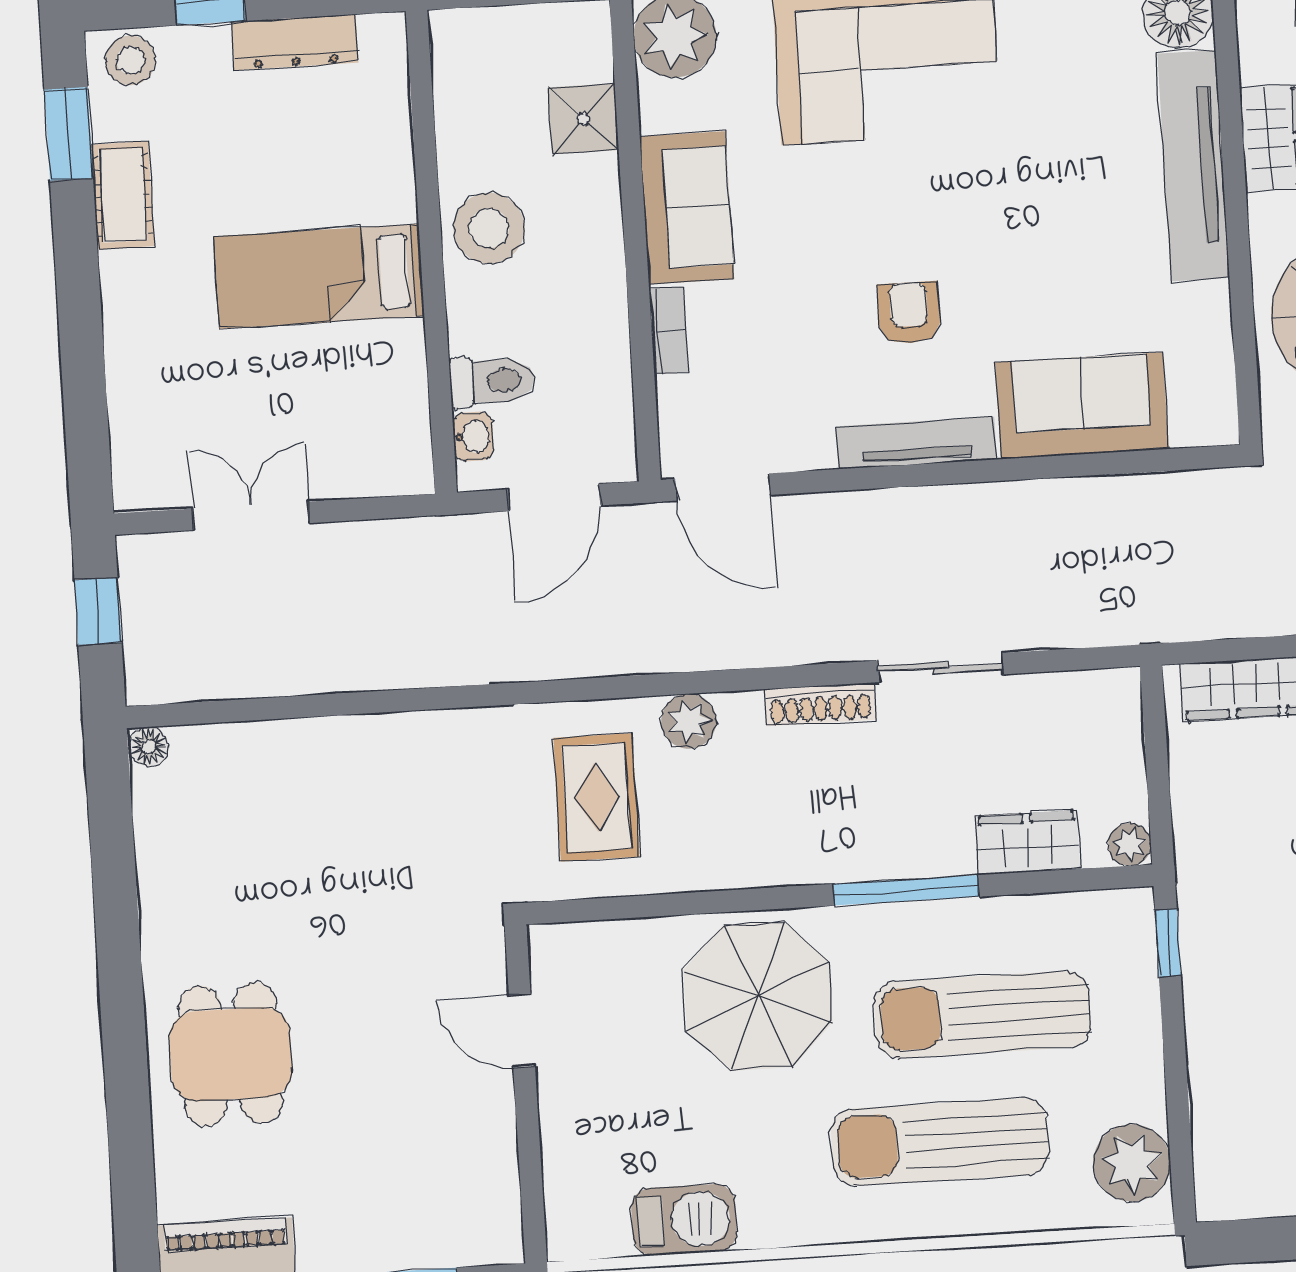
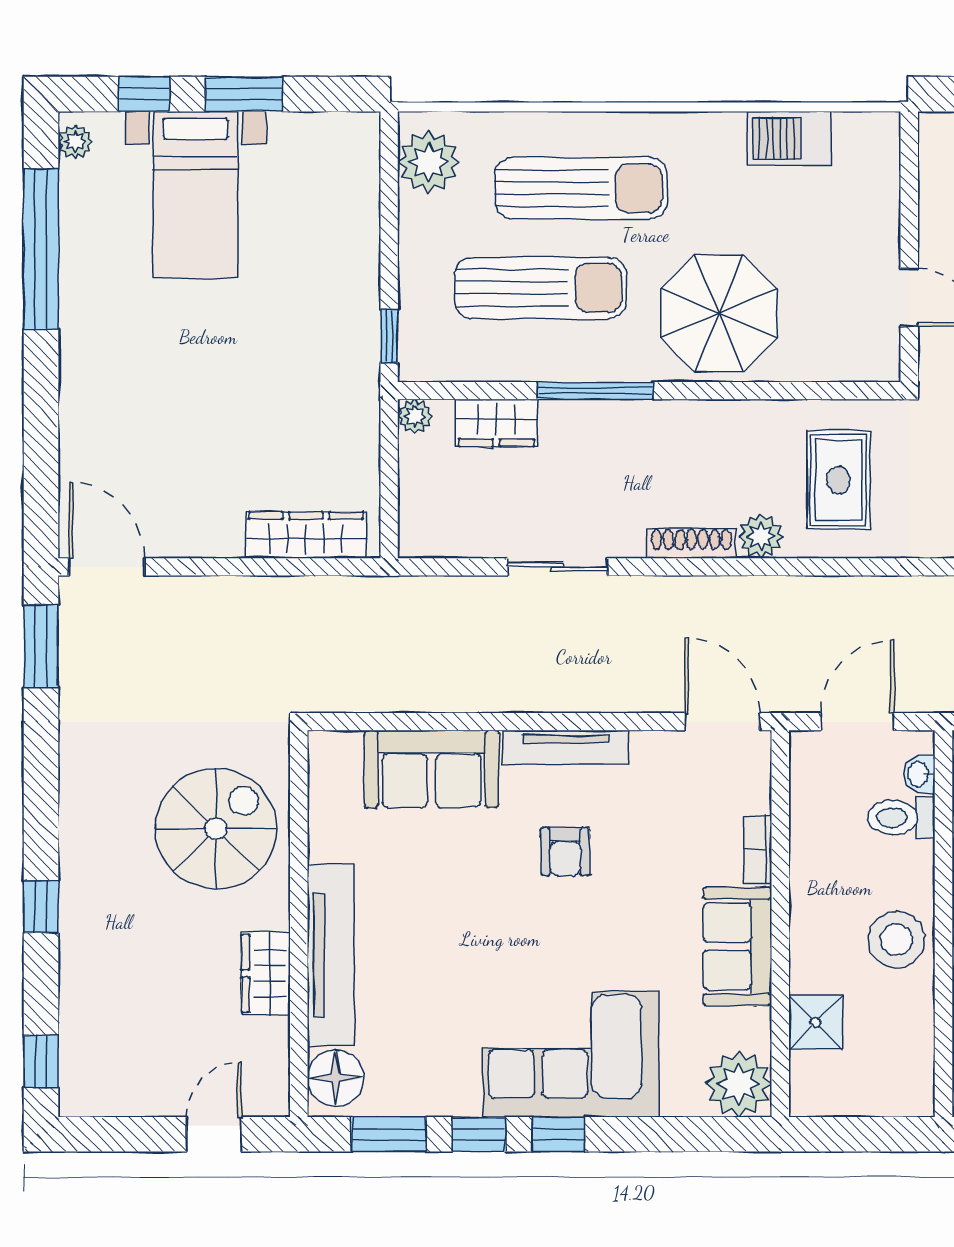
shoe rack: (821, 704) -> (691, 543), moved

